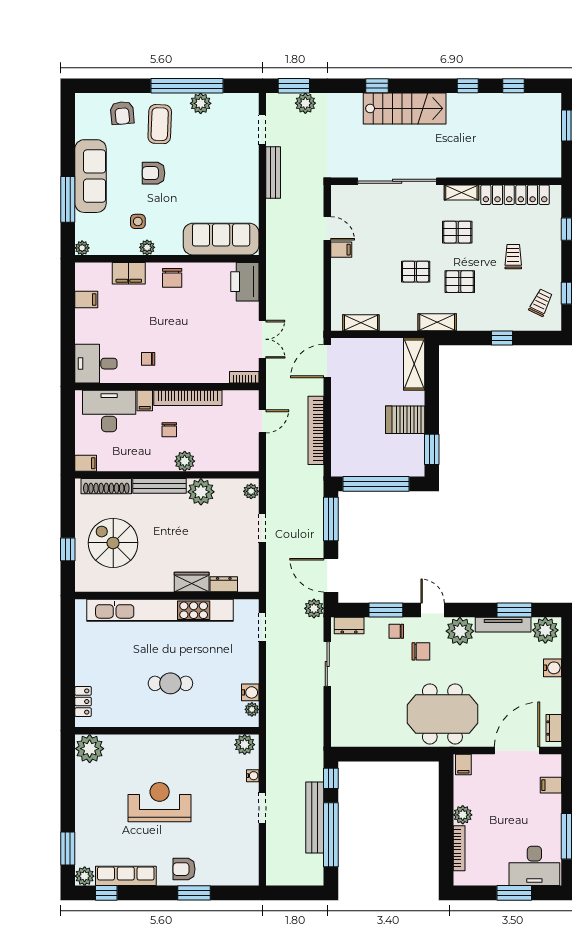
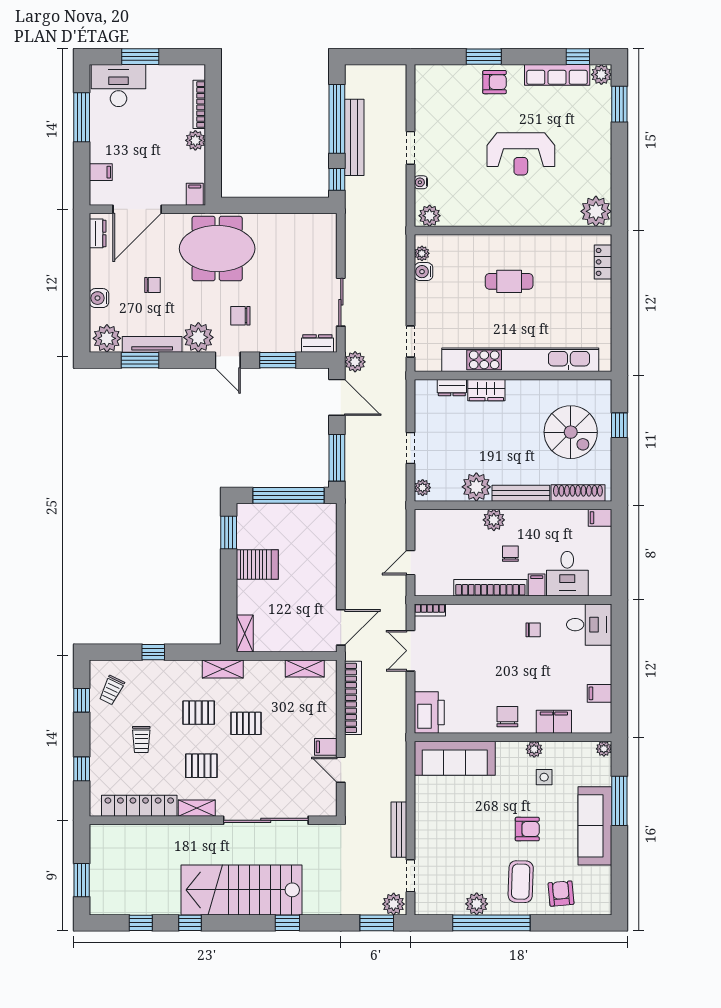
plant: (305, 103) -> (394, 904), moved
stairs: (405, 108) -> (242, 890), width x1.36, depth x1.51
shelving: (414, 364) -> (245, 633), width x0.67, depth x0.75
desk: (109, 411) -> (567, 574), width x0.73
bookcase: (316, 430) -> (353, 698), moved
chair: (396, 631) -> (152, 285), moved

